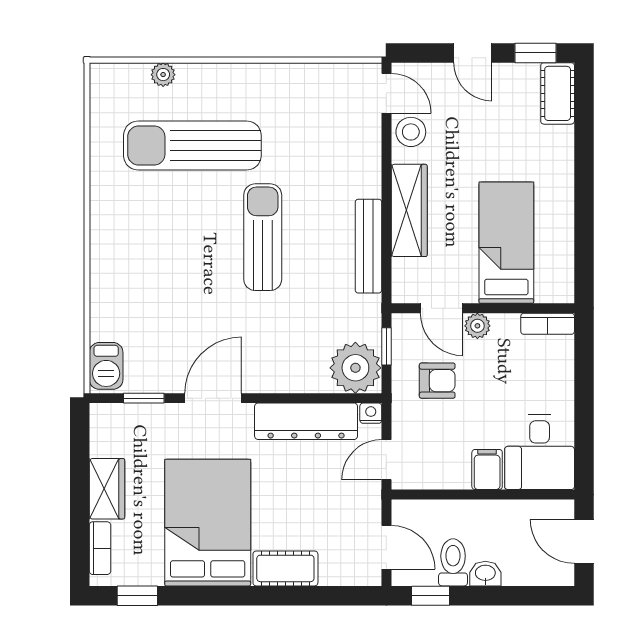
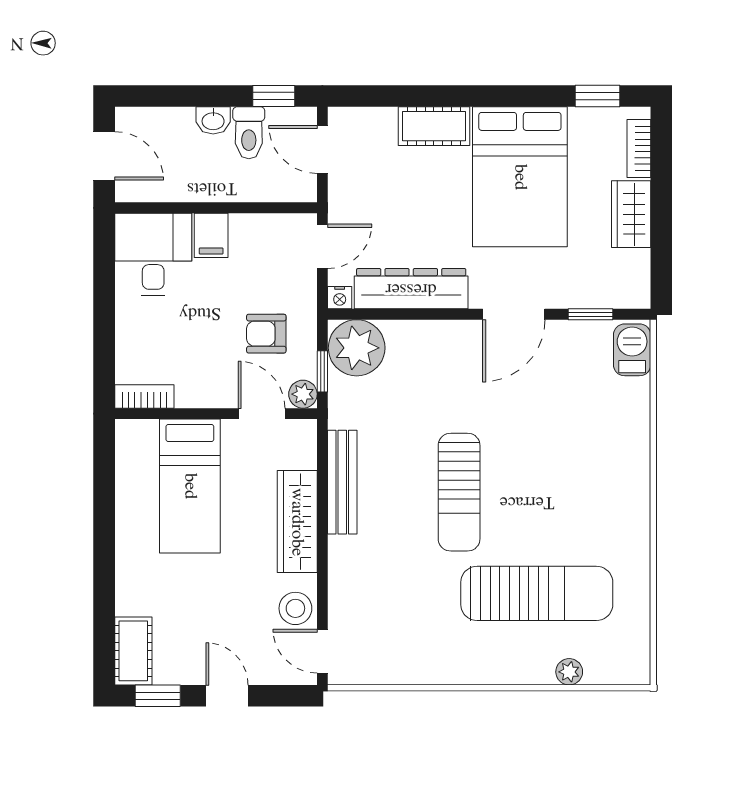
plant: (477, 326) -> (303, 394), moved

